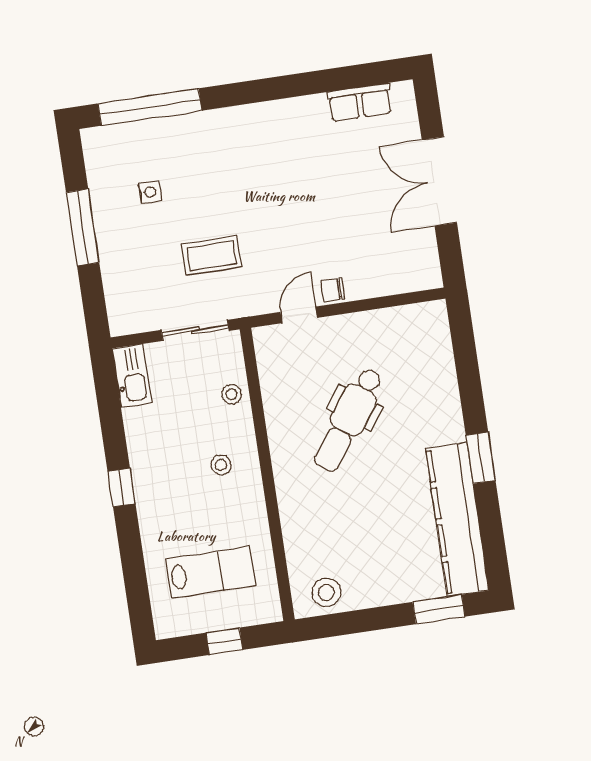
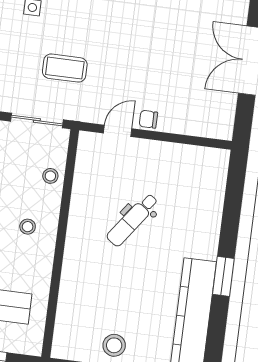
dental chair: (348, 420) -> (132, 220), width x0.73, depth x0.72
stool: (326, 592) -> (114, 345), moved

